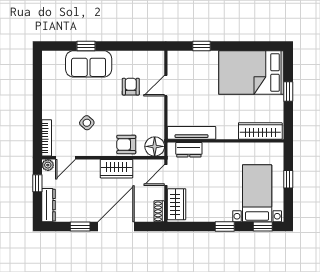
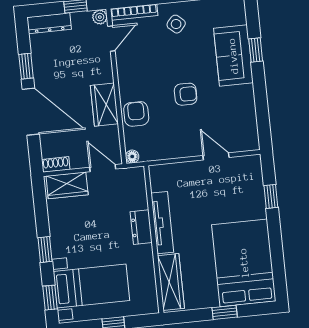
armchair: (131, 87) -> (186, 94), moved
side table: (87, 123) -> (176, 24), moved
tv unit: (192, 133) -> (162, 223), moved
floor lamp: (155, 146) -> (132, 157), width x0.53, depth x0.53
dresser: (189, 150) -> (141, 227), moved
door: (65, 158) -> (111, 39), swing flipped

